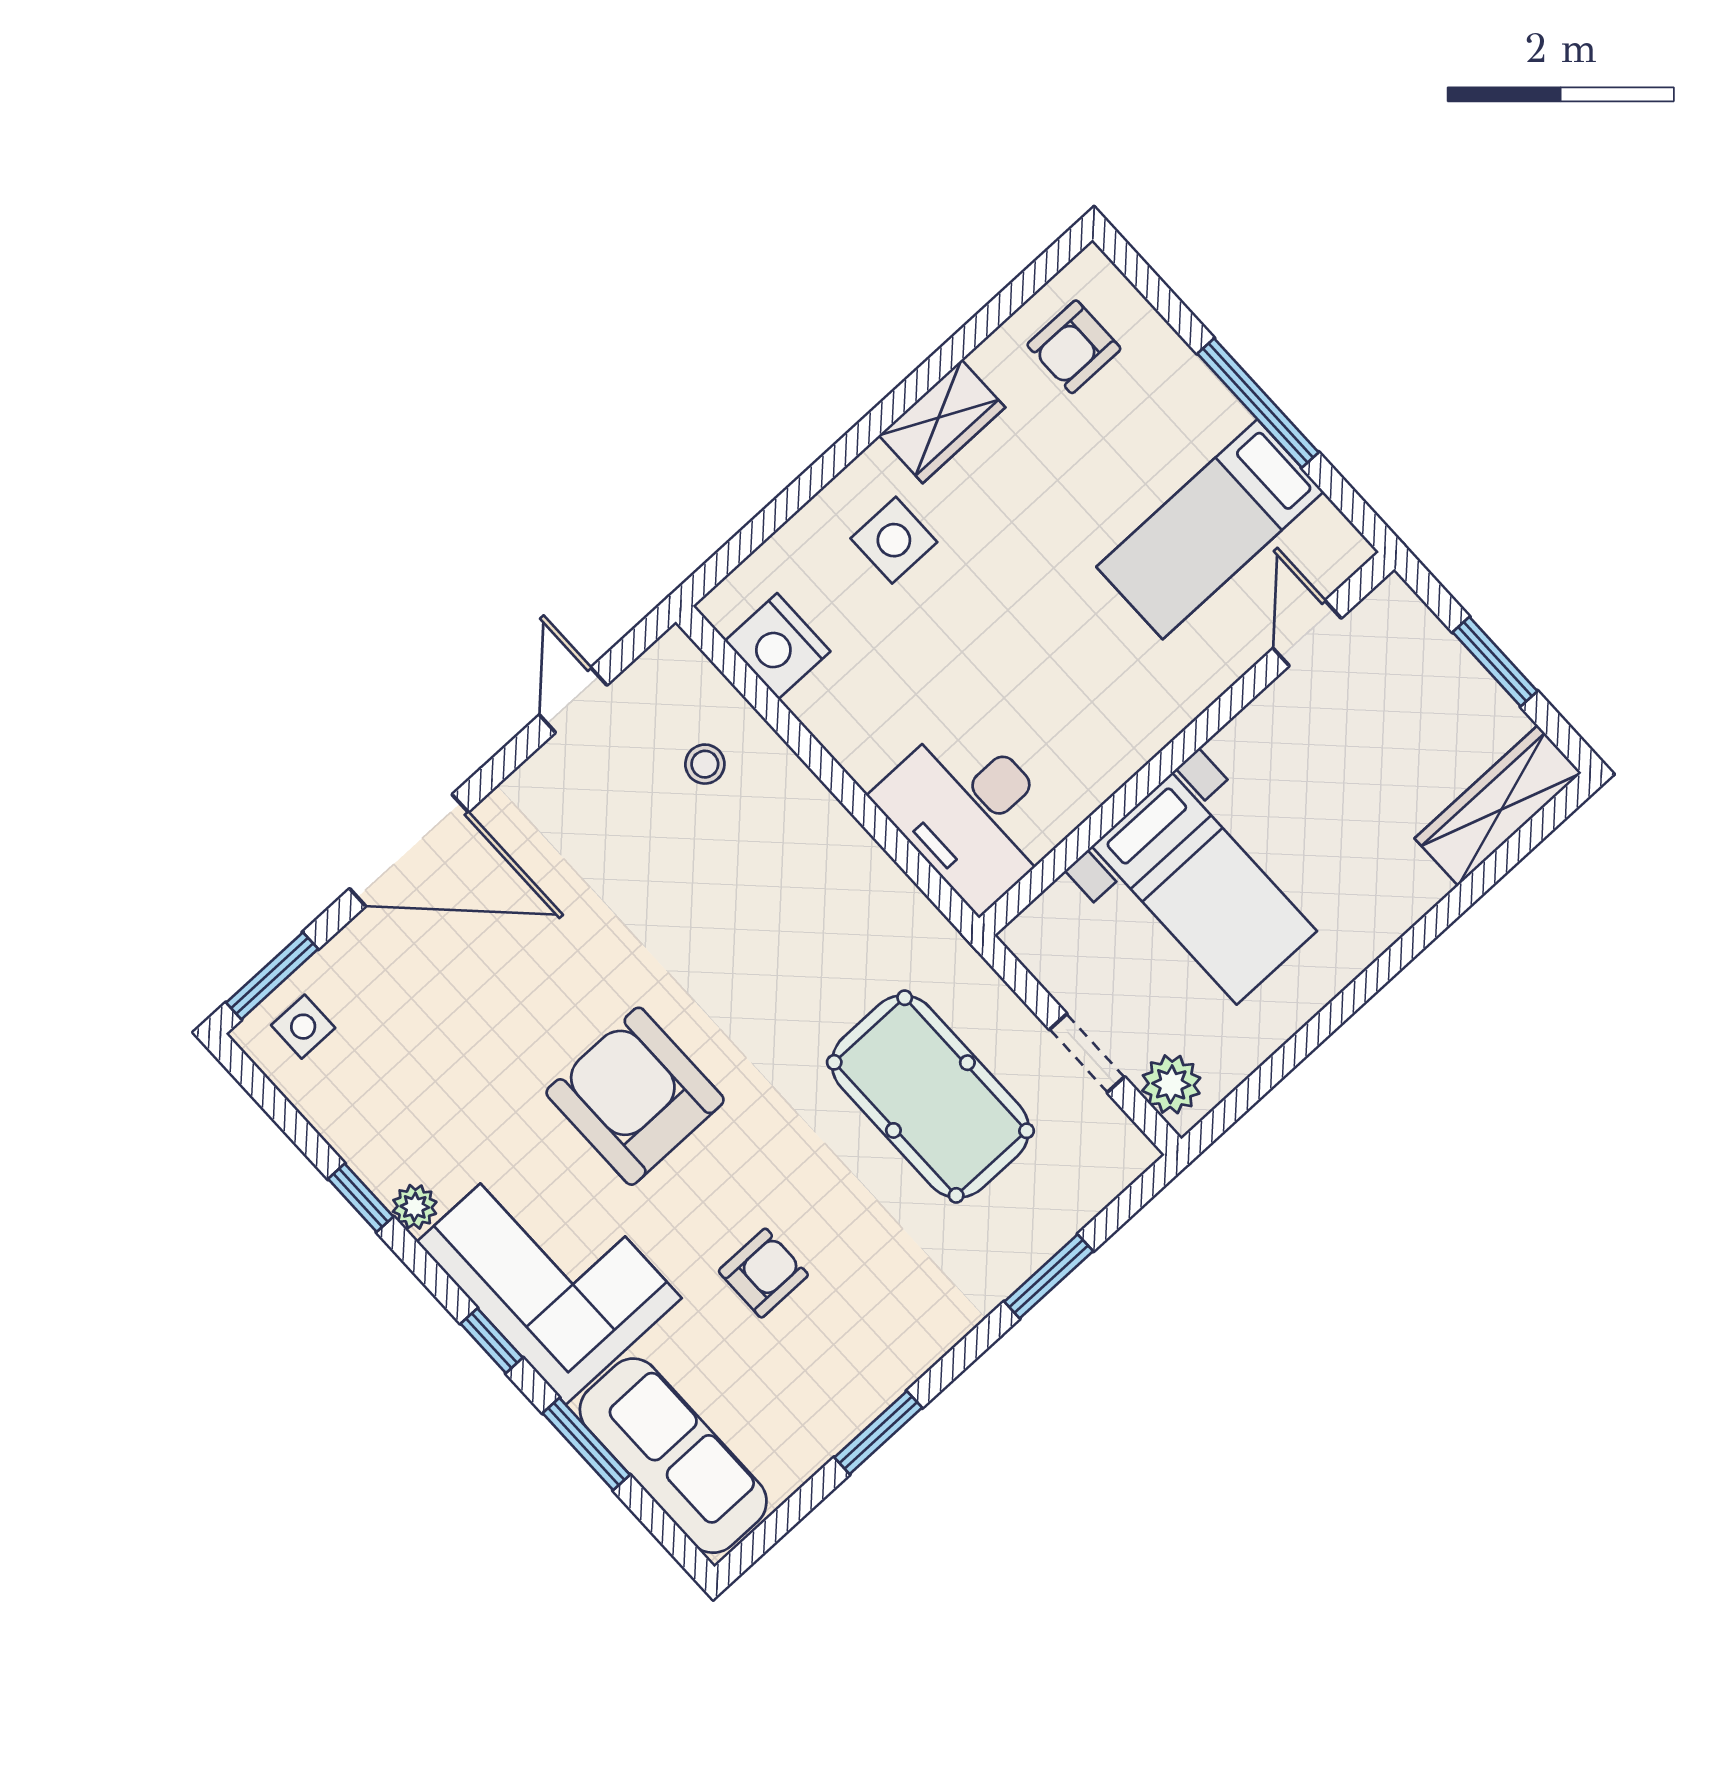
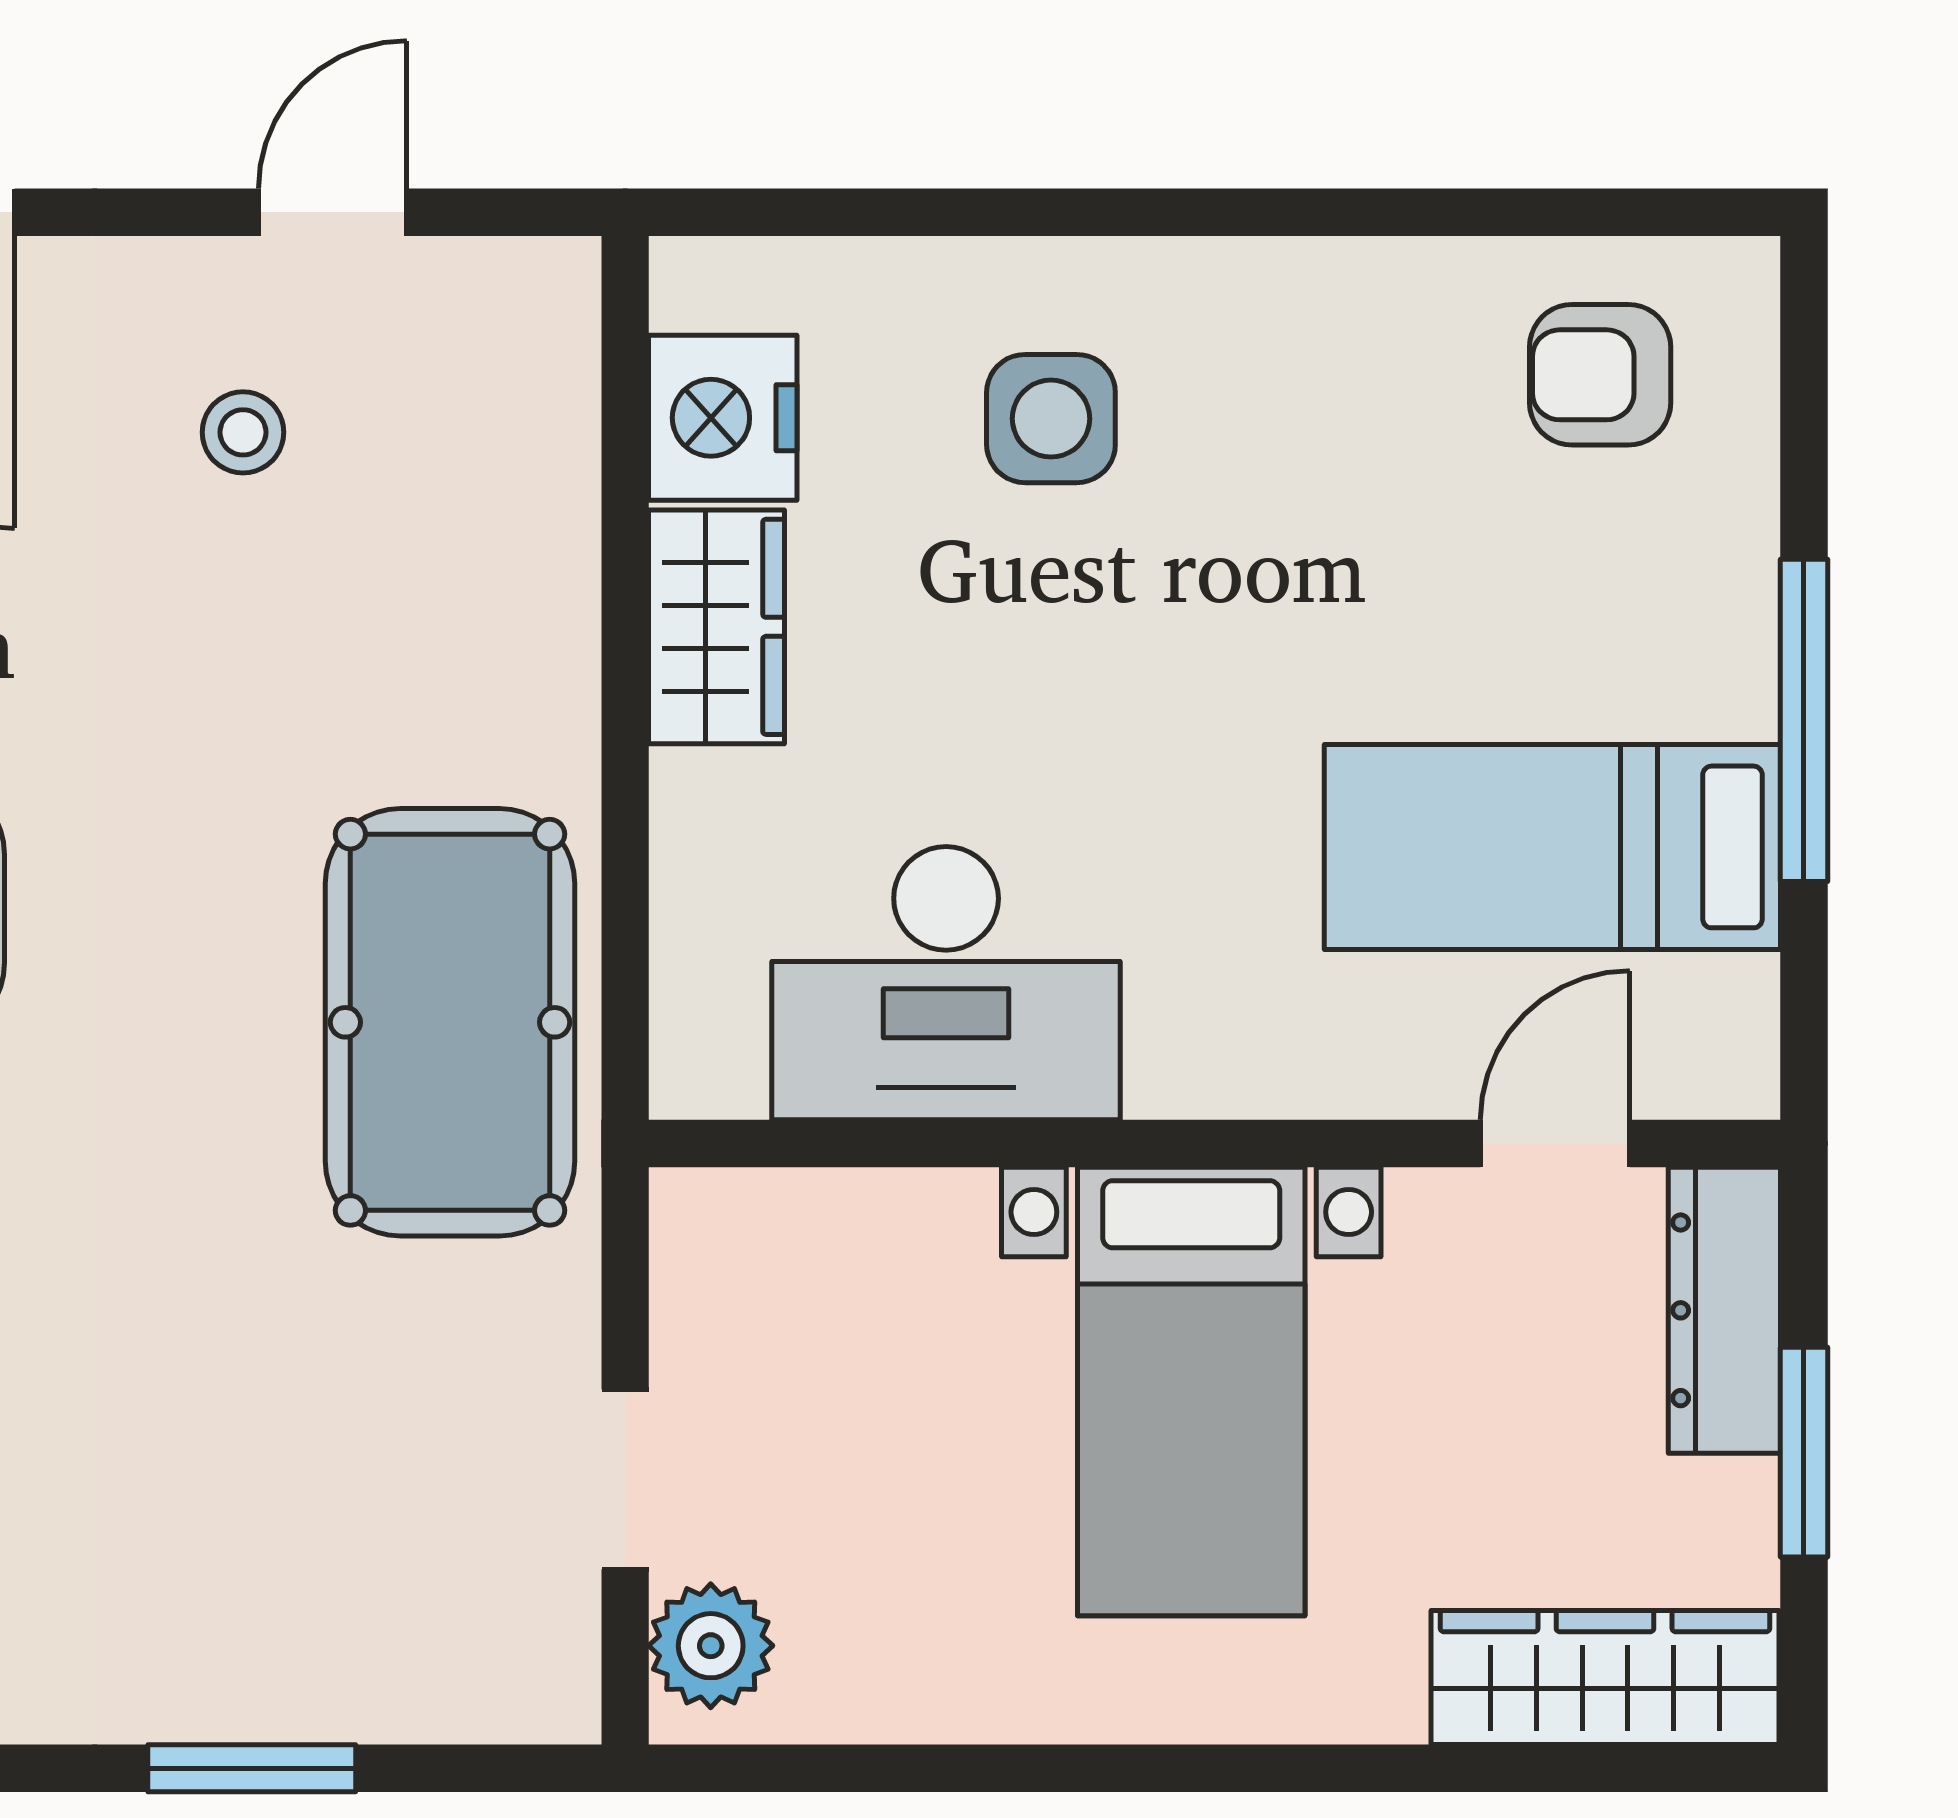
wardrobe: (942, 421) -> (717, 627), moved, turned -90
dresser: (1421, 637) -> (1724, 1310), added
stool: (705, 764) -> (243, 432), moved
desk: (971, 813) -> (946, 983), moved, turned -90
bed with nightstands: (1204, 889) -> (1191, 1391), moved
pool table: (930, 1097) -> (450, 1022), moved

